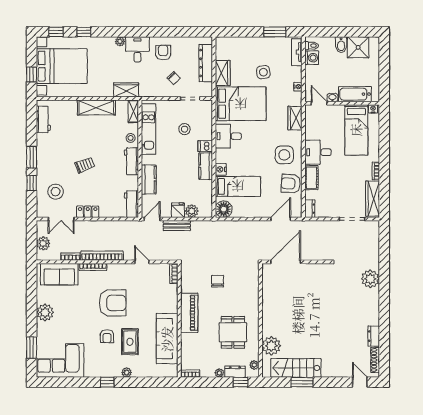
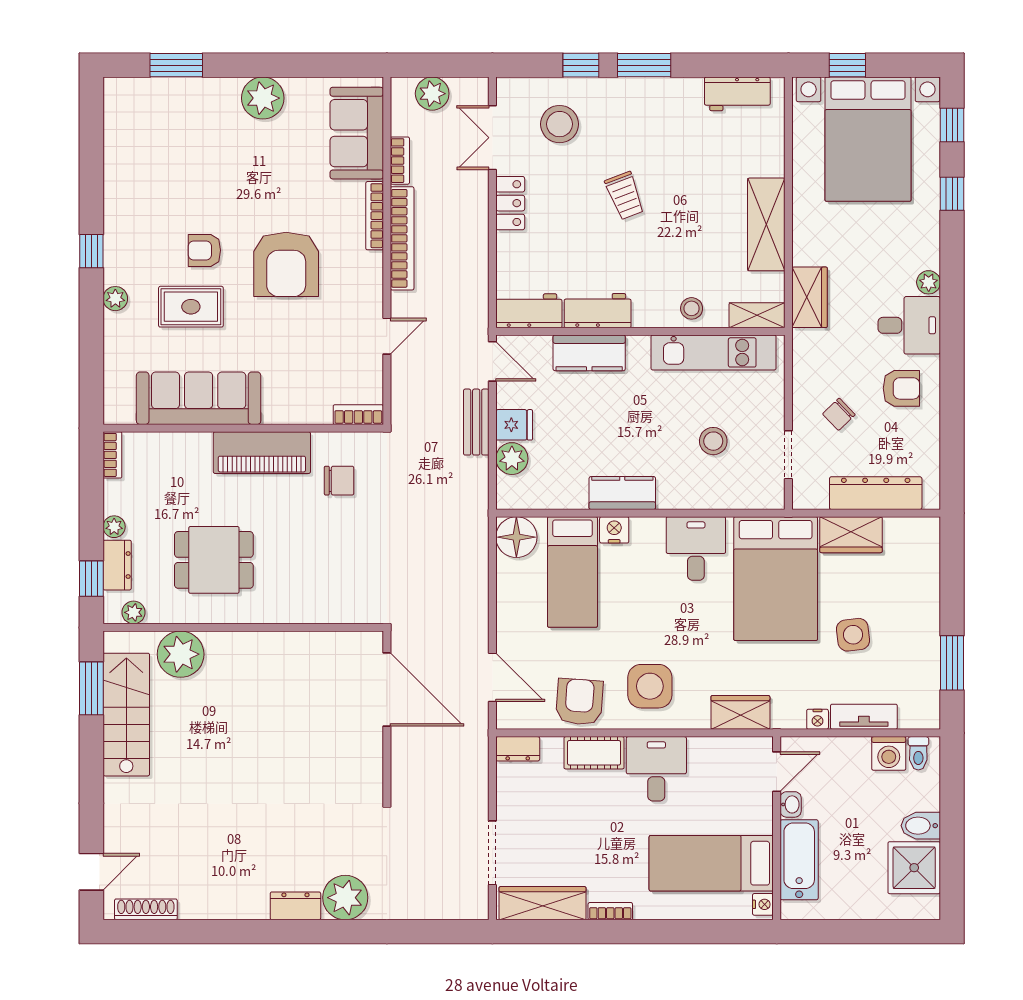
tv unit: (297, 52) -> (864, 717), moved
dishwasher: (205, 146) -> (672, 492), removed
workbench: (131, 161) -> (598, 311), moved
chair: (218, 281) -> (339, 481), moved
dresser: (374, 336) -> (295, 906), moved
corner sofa: (60, 360) -> (145, 135), removed
window: (302, 382) -> (91, 688), moved

